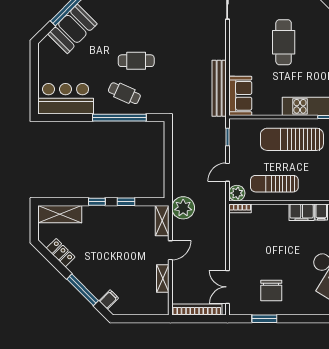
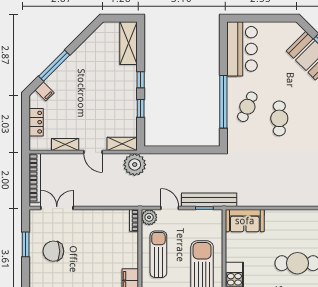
bench: (219, 88) -> (209, 200), moved
locker: (61, 253) -> (36, 122), moved, turned -45

